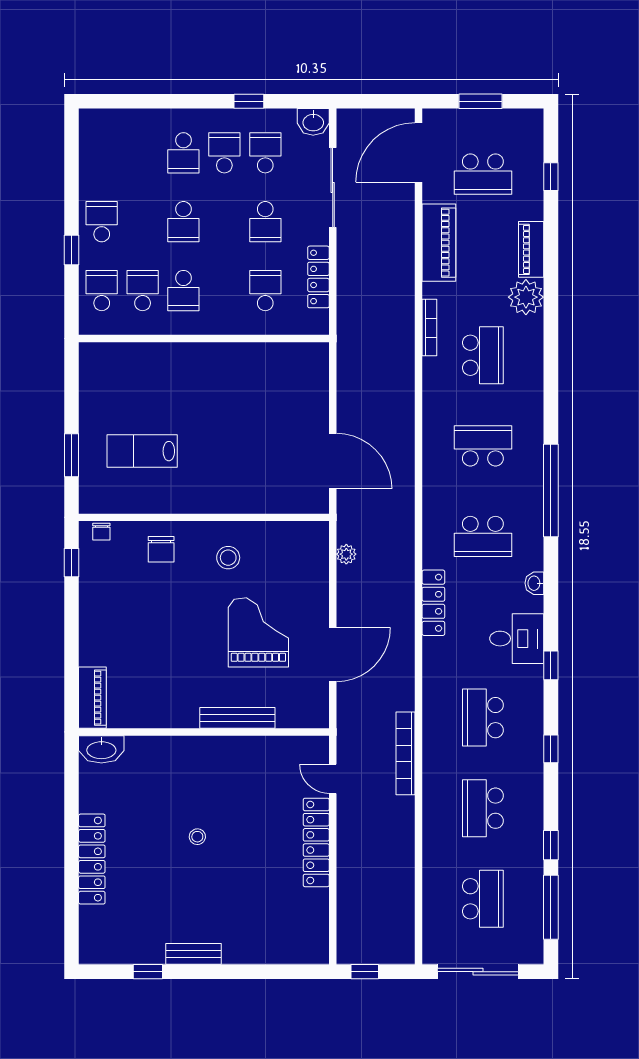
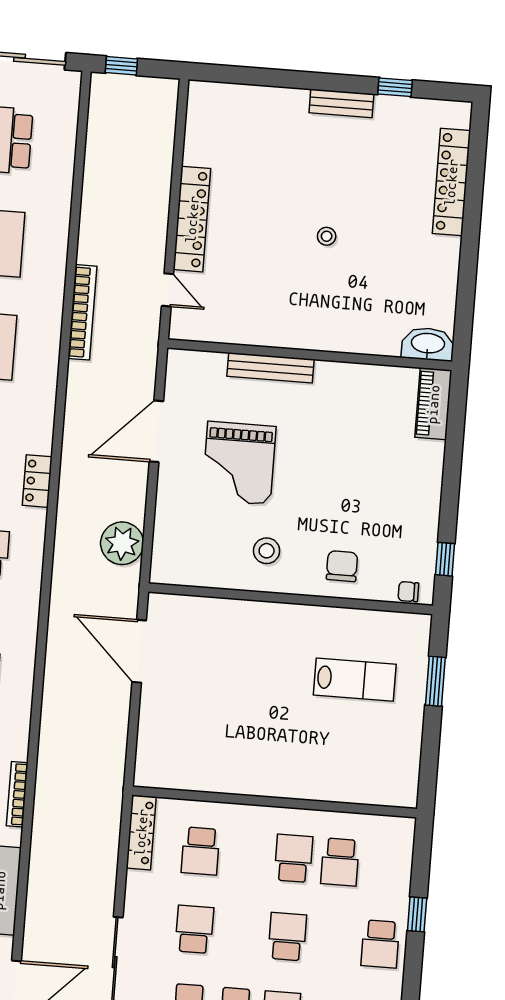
locker: (318, 277) -> (141, 832), moved
school desk: (102, 291) -> (386, 866), removed
chair: (101, 532) -> (408, 592), turned -90
plant: (346, 554) -> (122, 543), width x1.87, depth x1.87
locker: (433, 603) -> (37, 481), width x0.66
locker: (92, 859) -> (451, 182), moved
window: (365, 972) -> (121, 66), moved

